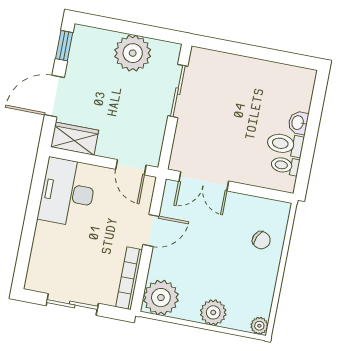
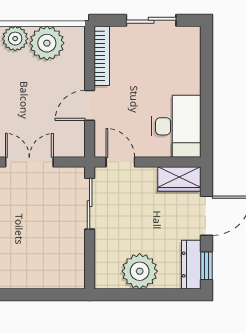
dresser: (79, 50) -> (191, 265), added
sliding door: (178, 91) -> (90, 204), moved
double door: (204, 181) -> (29, 162), moved
plant: (161, 298) -> (47, 43), moved

